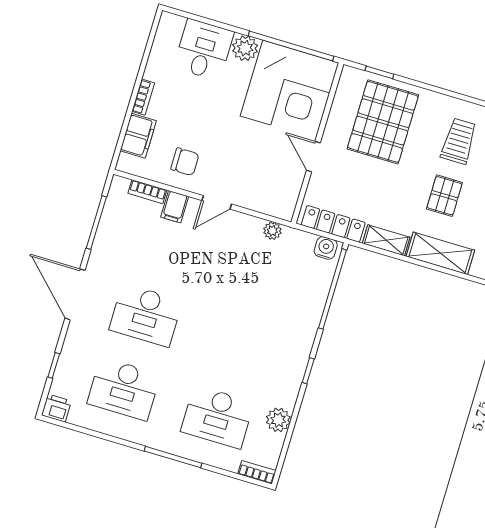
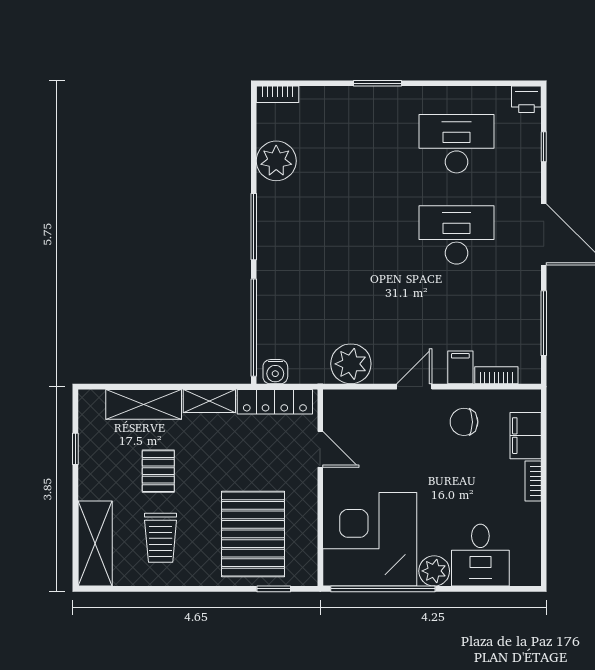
door: (313, 157) -> (320, 449), moved
plant: (272, 231) -> (351, 364), width x1.87, depth x1.87
window: (308, 371) -> (254, 227), width x2.17
desk: (217, 417) -> (341, 144), removed
plant: (278, 420) -> (276, 161), width x1.36, depth x1.36
window: (173, 457) -> (378, 83), width x0.69

